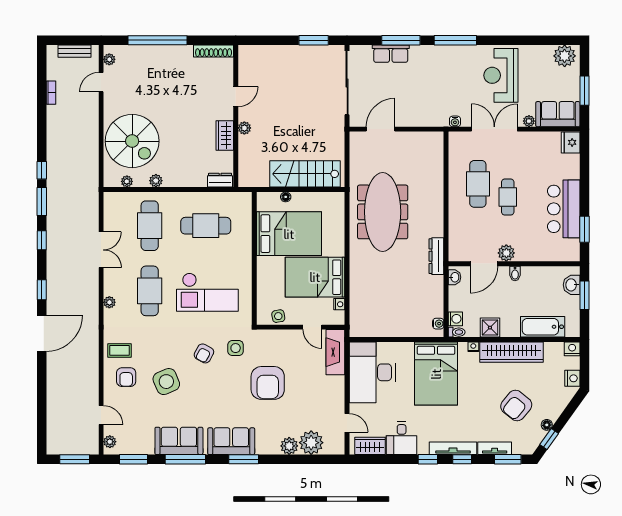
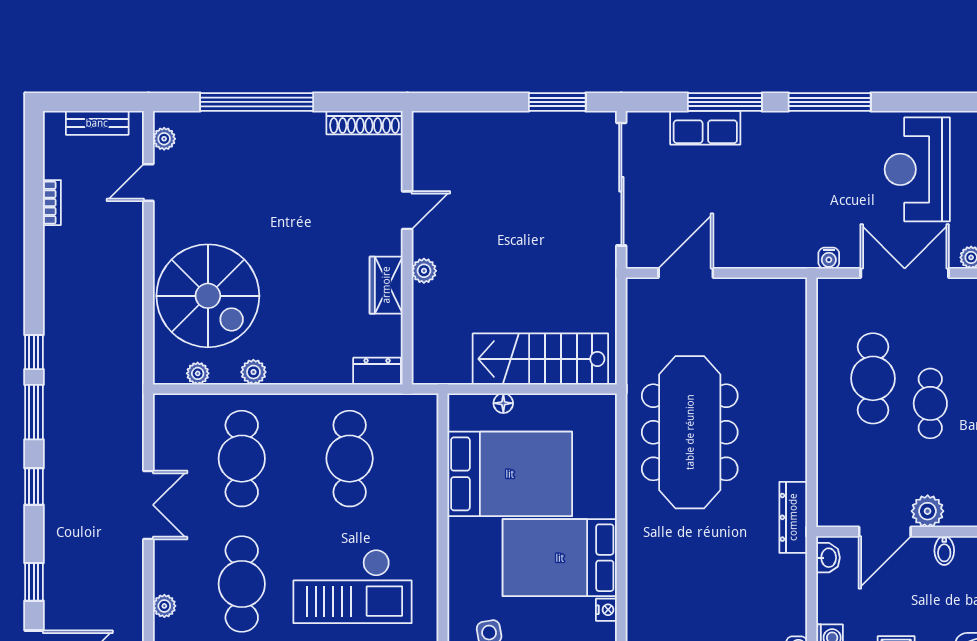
cafe table: (206, 226) -> (350, 459), turned 90

